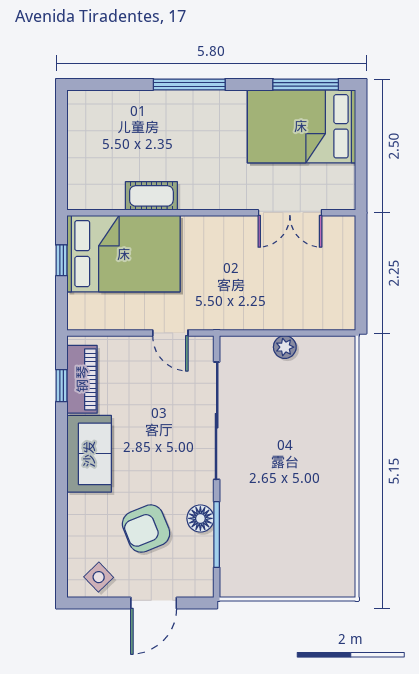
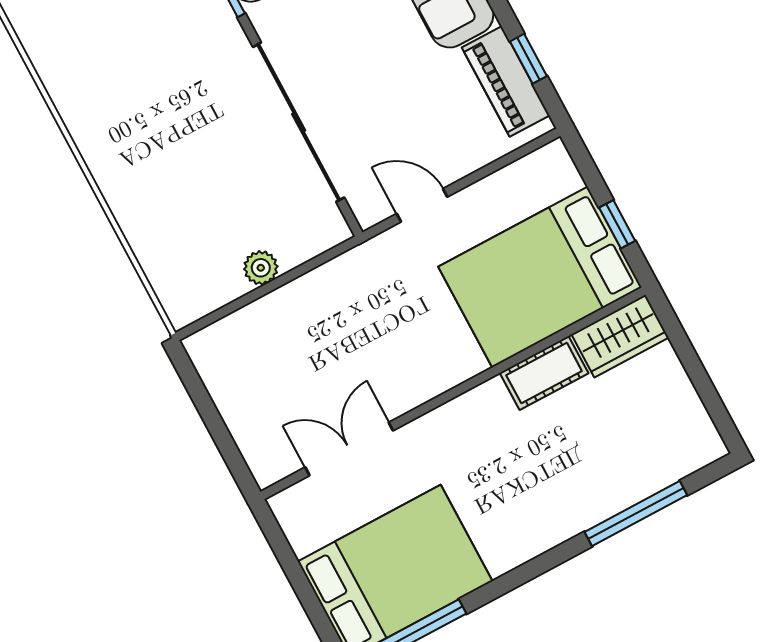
window: (189, 84) -> (636, 513), moved
wardrobe: (95, 194) -> (620, 336), added

